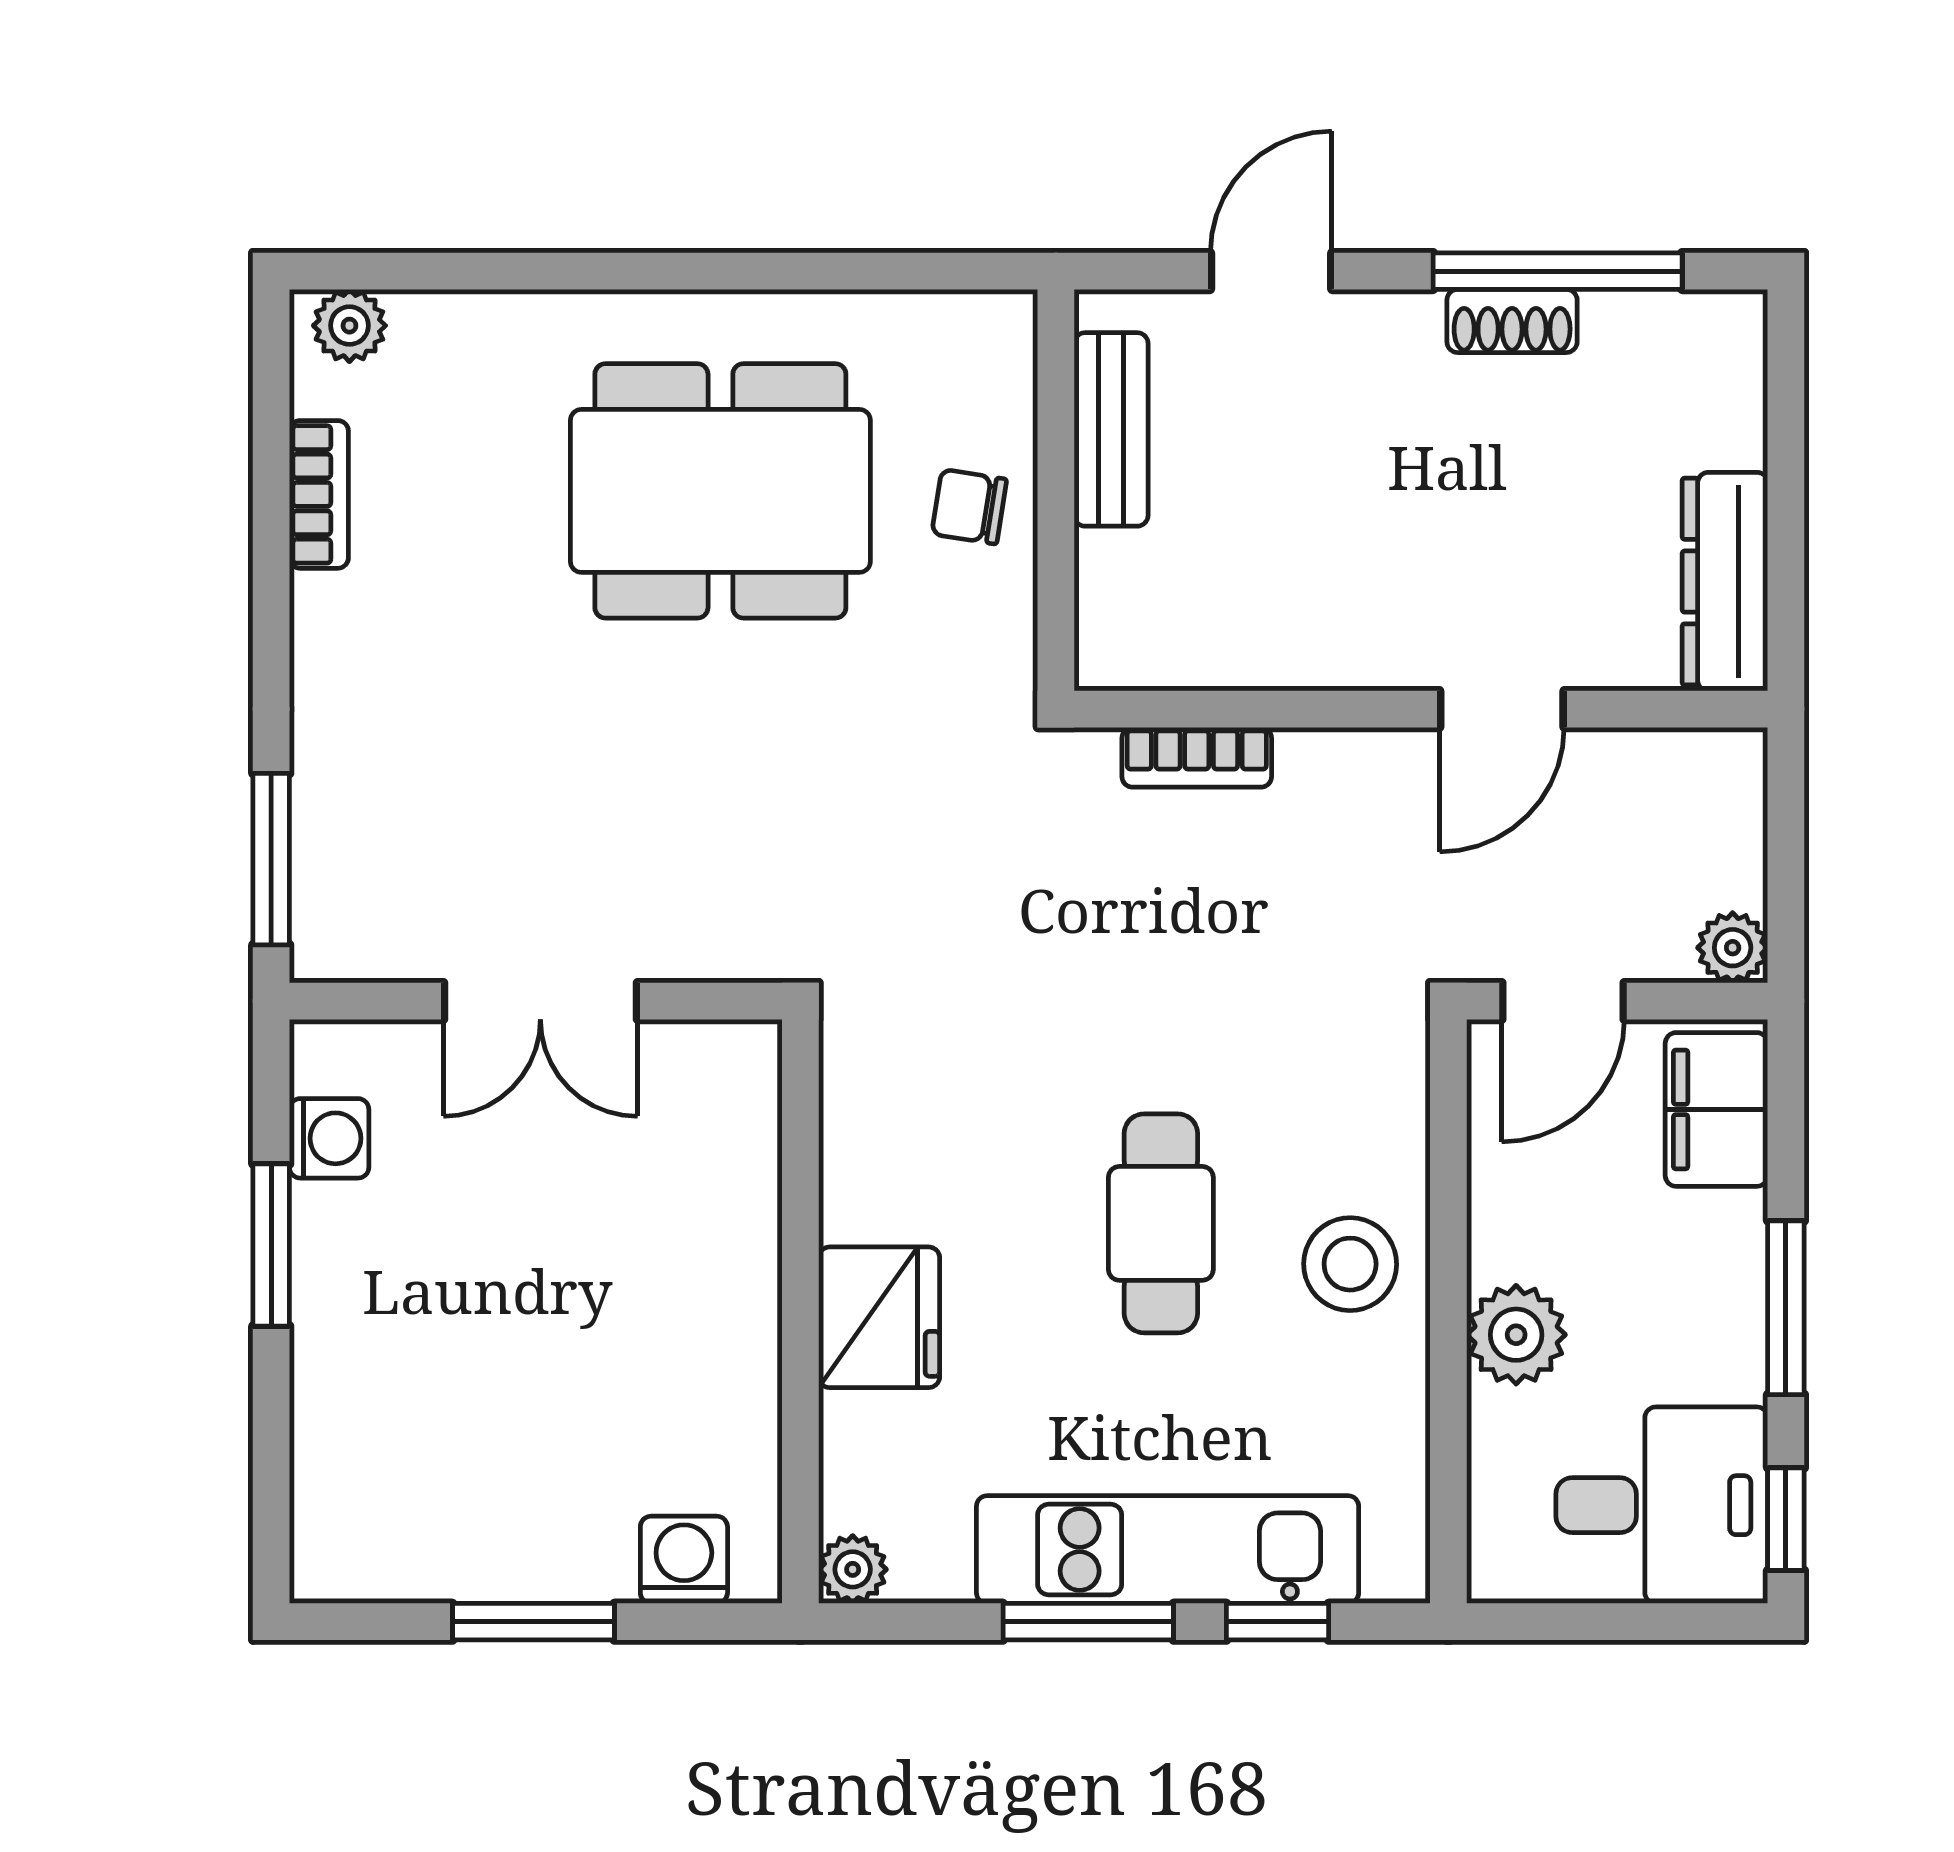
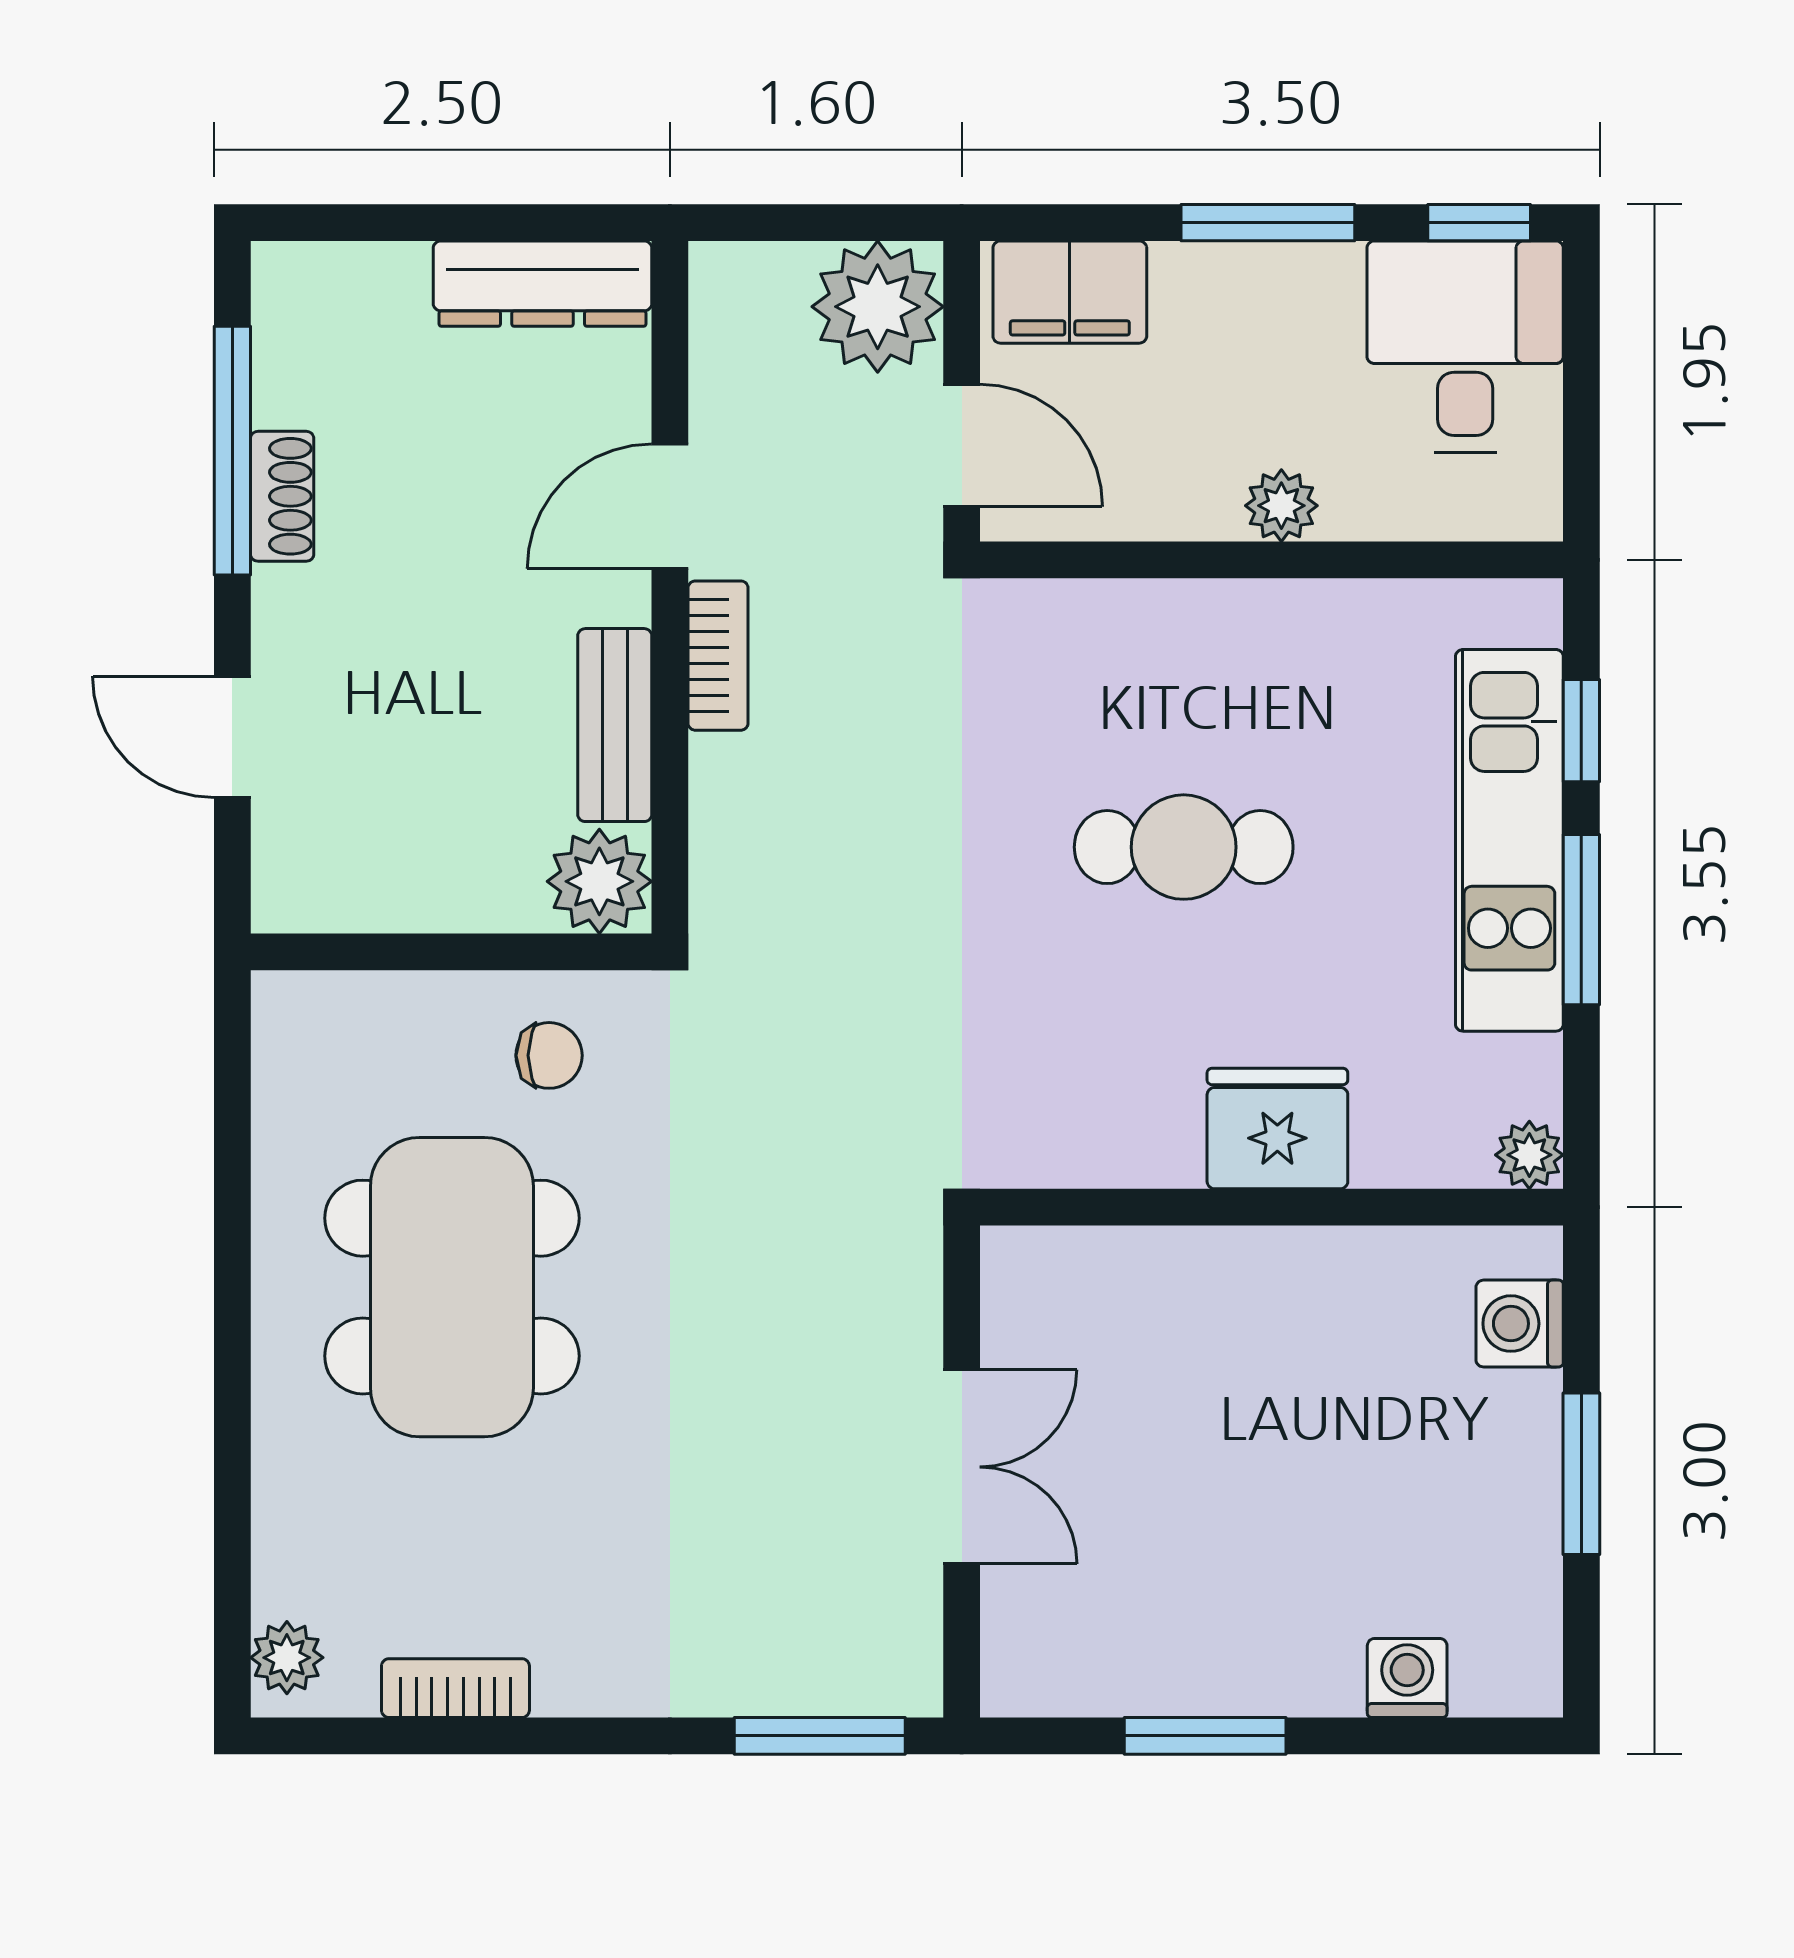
bench: (1111, 429) -> (615, 725), moved, turned 90
chair: (969, 507) -> (549, 1055), moved, turned -99
plant: (1127, 638) -> (599, 881), added
door: (1502, 709) -> (670, 506), swing flipped
bookcase: (1197, 757) -> (718, 656), moved
plant: (1733, 948) -> (878, 307), width x1.88, depth x1.88
washing machine: (329, 1138) -> (1407, 1678), moved
stool: (1350, 1264) -> (1224, 658), removed
plant: (1516, 1335) -> (1281, 506), width x0.73, depth x0.73

